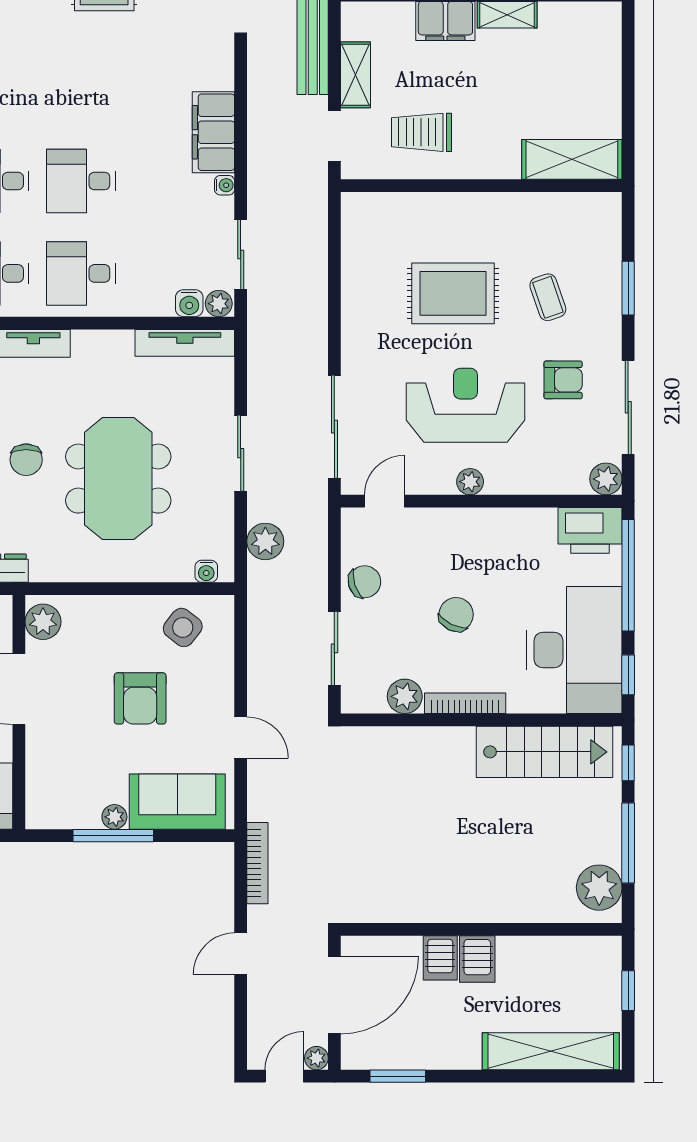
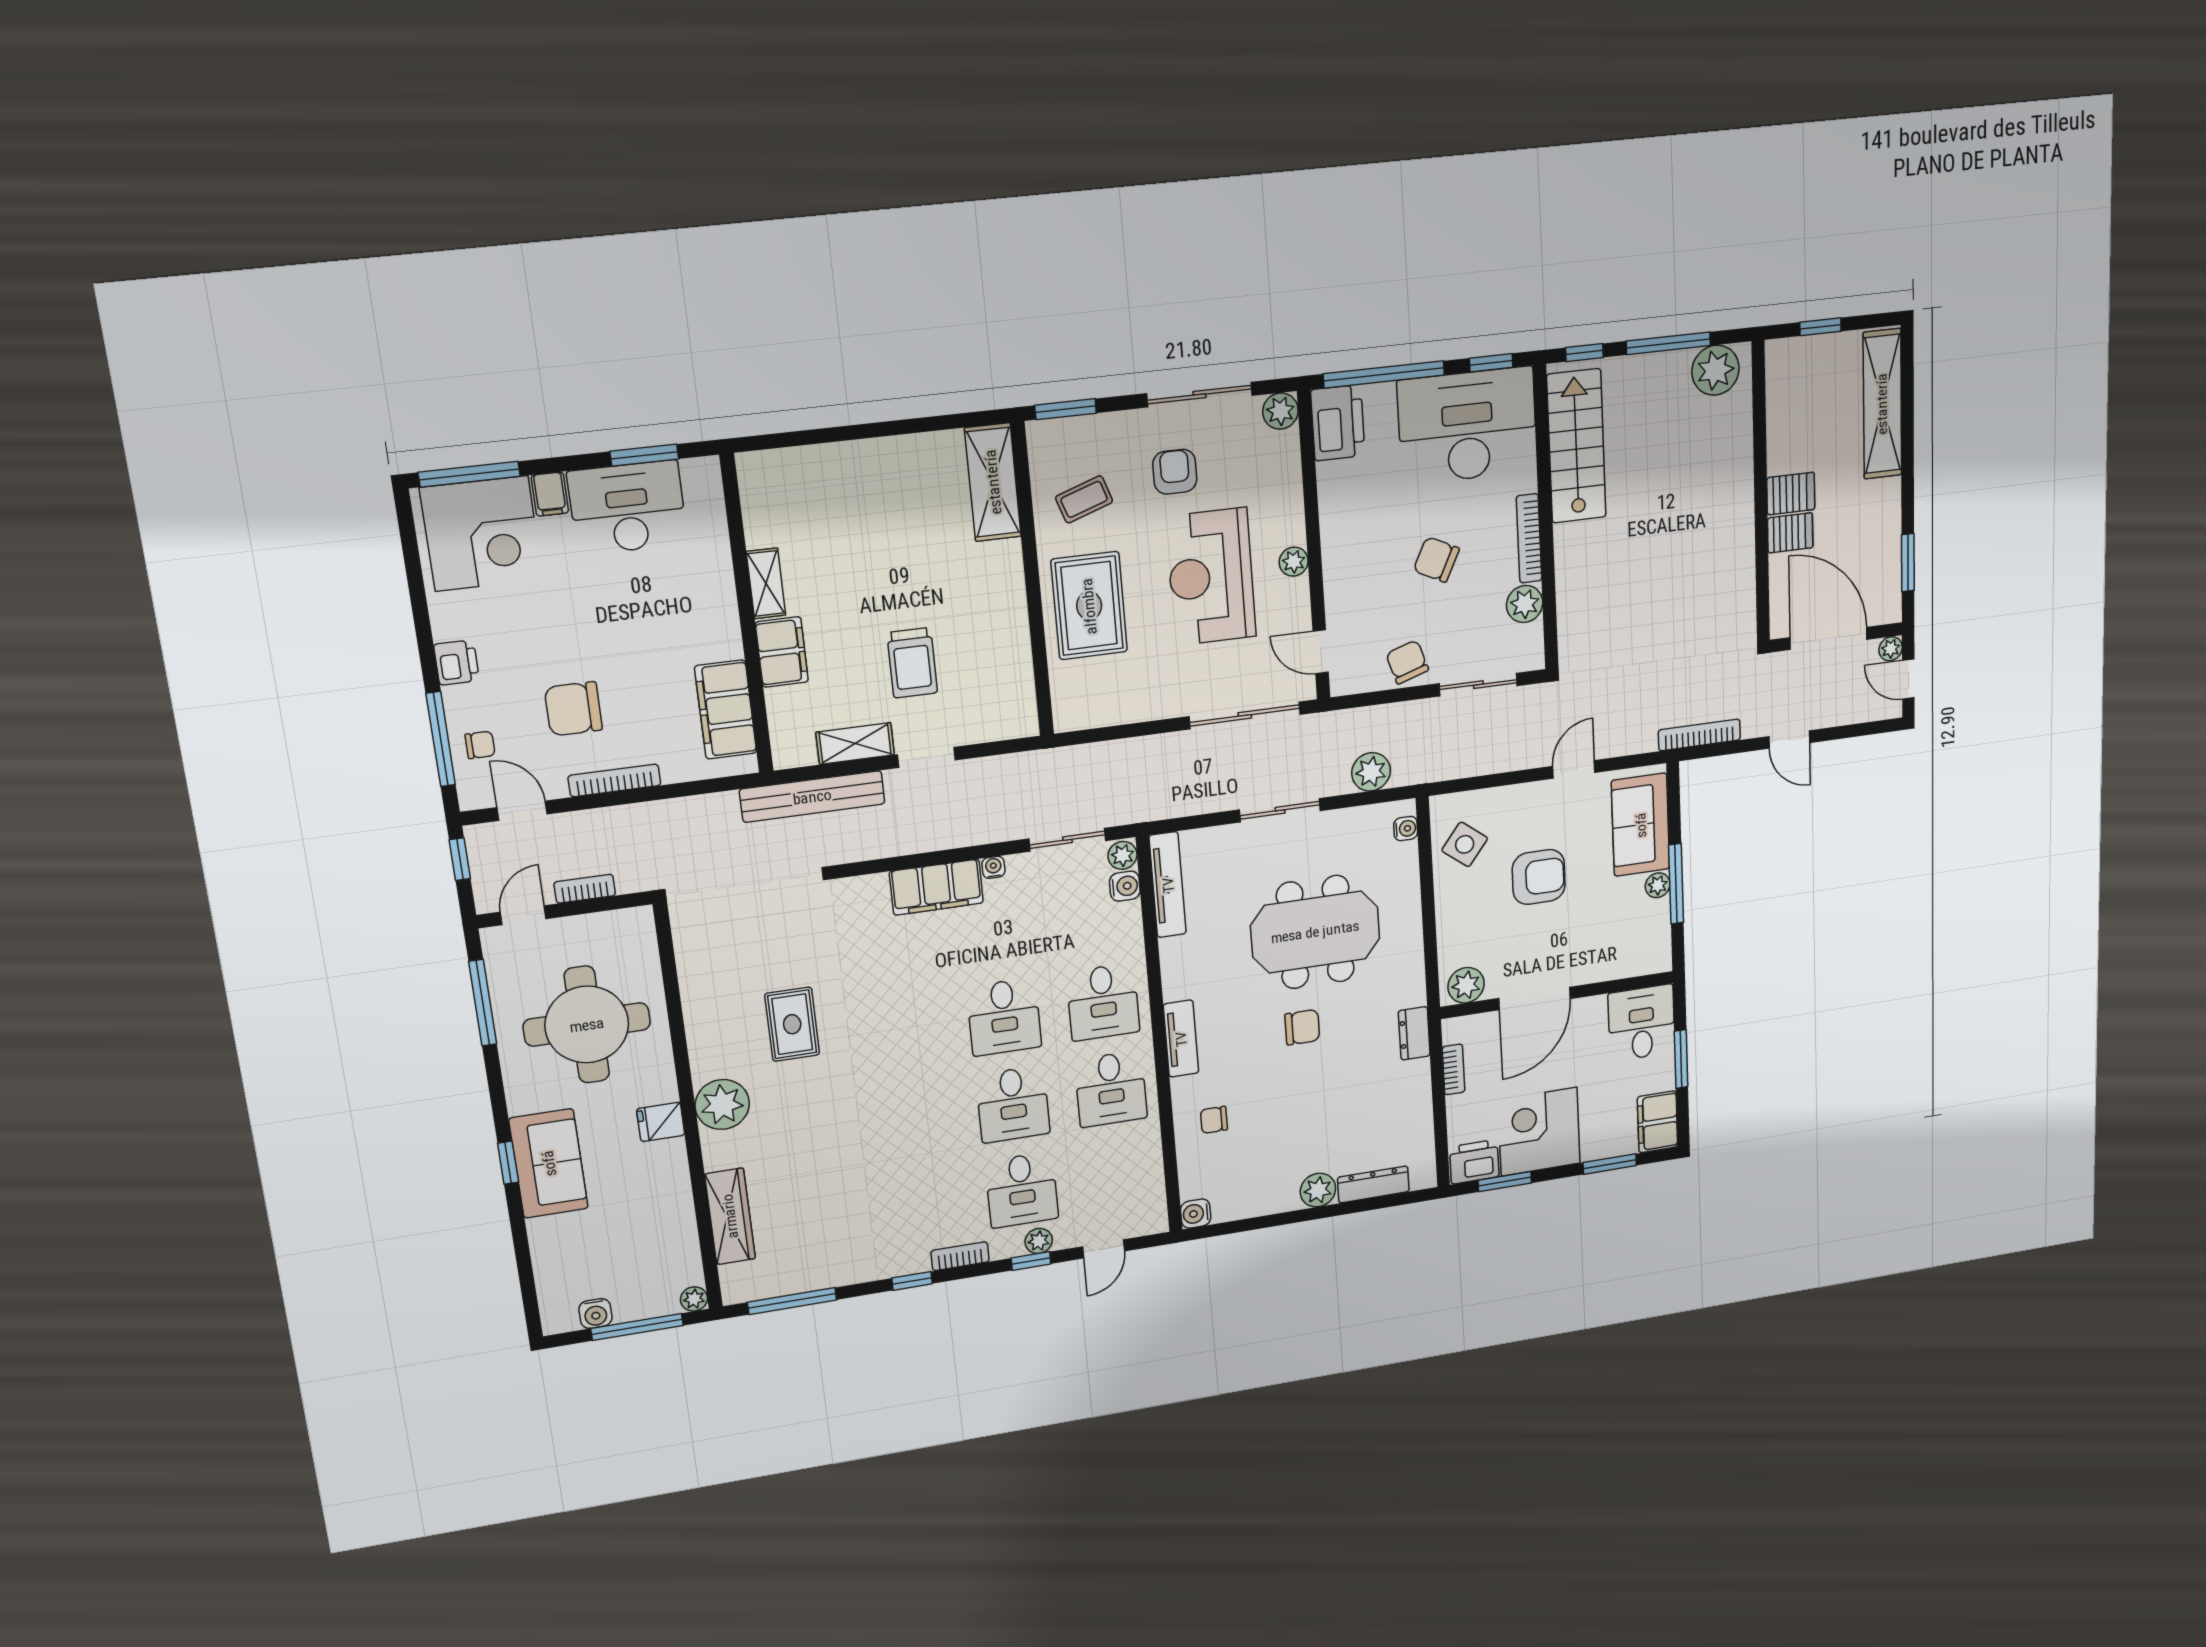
shelving: (572, 159) -> (993, 482), moved
wall: (481, 186) -> (1032, 581), moved

